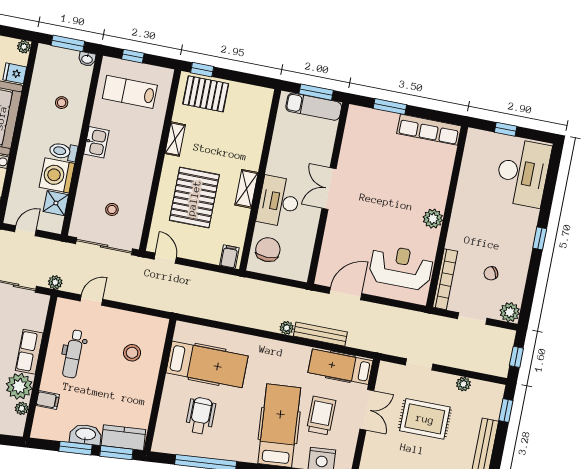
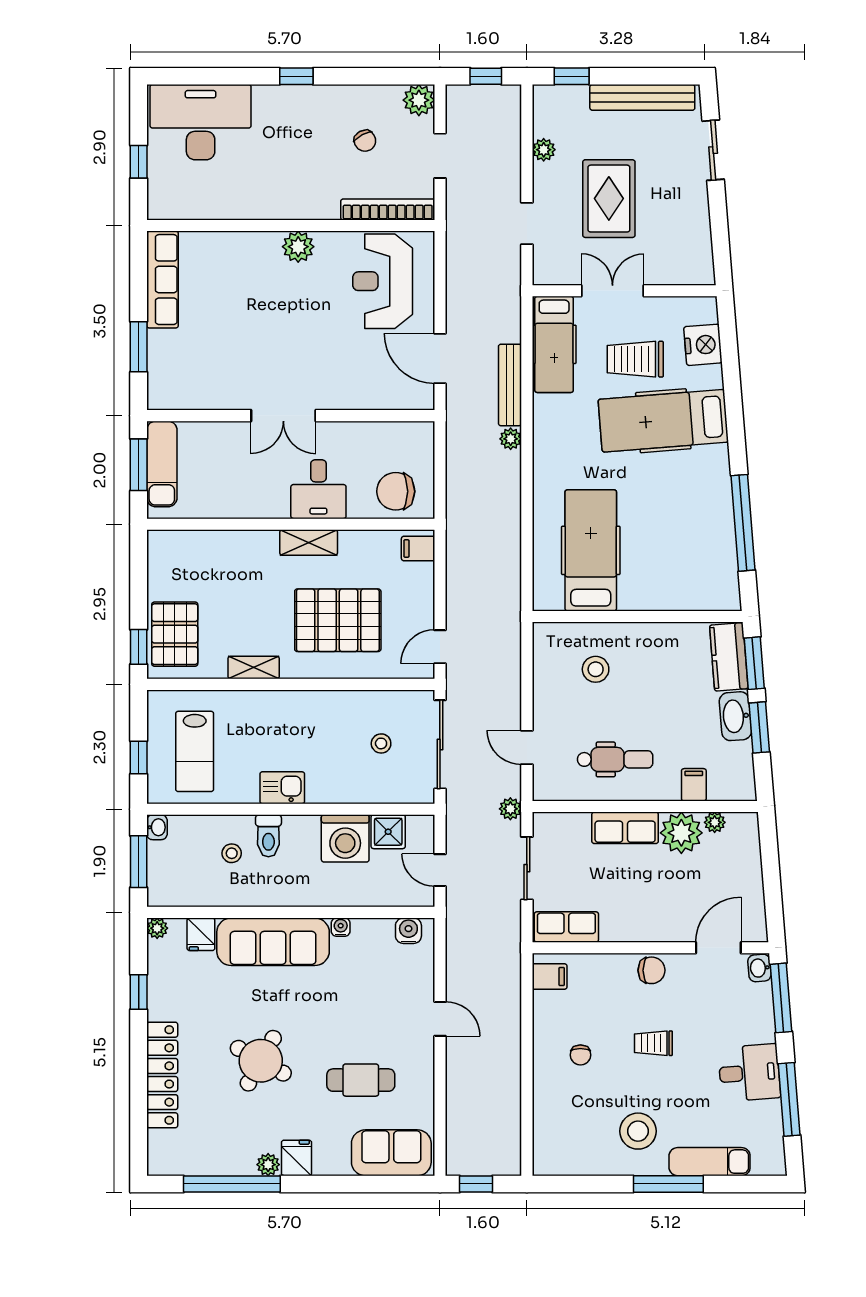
toilet: (63, 151) -> (268, 836), moved
desk: (279, 202) -> (318, 489), width x0.73
wheelchair: (201, 416) -> (672, 545), removed

